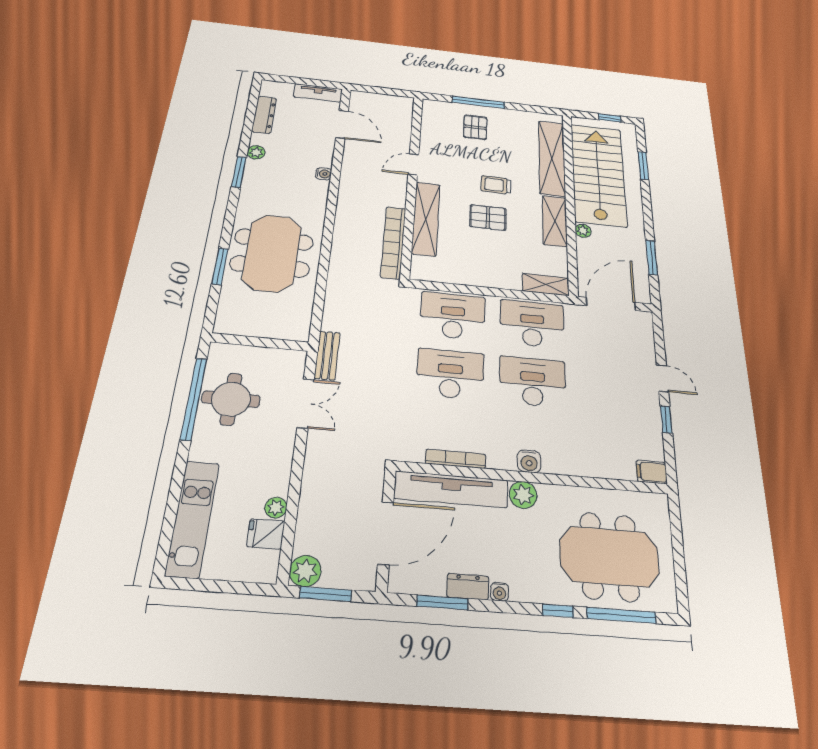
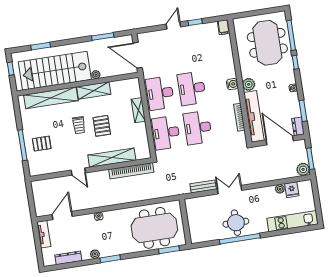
shelving: (546, 285) -> (138, 110), moved
wall: (260, 342) -> (185, 222), moved
dresser: (468, 587) -> (298, 126), moved

